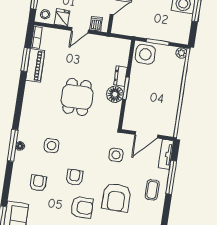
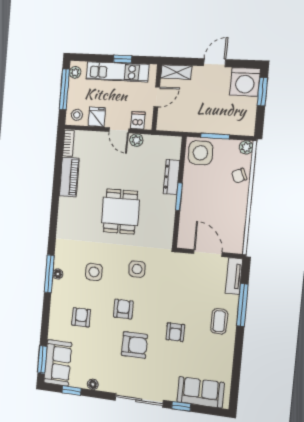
door: (80, 30) -> (119, 130), hinge flipped
plant: (94, 40) -> (136, 140), added
window: (26, 60) -> (58, 171), removed
chair: (175, 75) -> (239, 176), added
dresser: (120, 76) -> (172, 177), width x1.44
floor lamp: (115, 94) -> (166, 205), removed
door: (146, 135) -> (208, 253), swing flipped
side table: (116, 155) -> (137, 269), moved
armchair: (116, 198) -> (175, 332), width x0.53, depth x0.53

